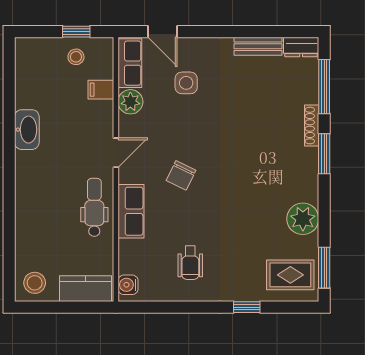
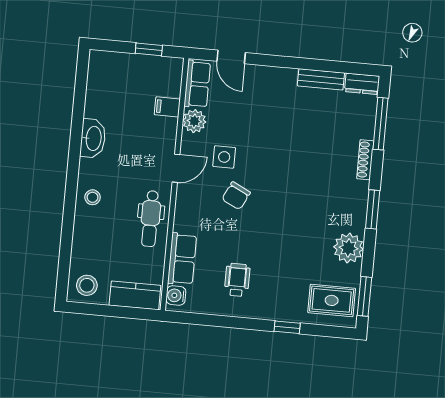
stool: (76, 57) -> (93, 197), moved
side table: (186, 83) -> (224, 157), moved
window: (324, 154) -> (373, 209), moved
dental chair: (94, 207) -> (151, 219), turned 180
row of seats: (131, 211) -> (182, 259), moved
wheelchair: (190, 263) -> (237, 280), turned 180

